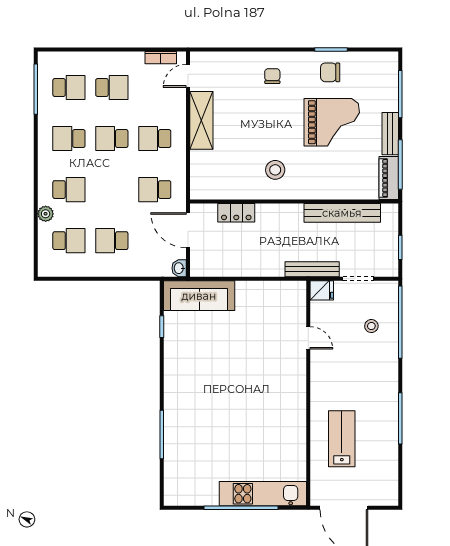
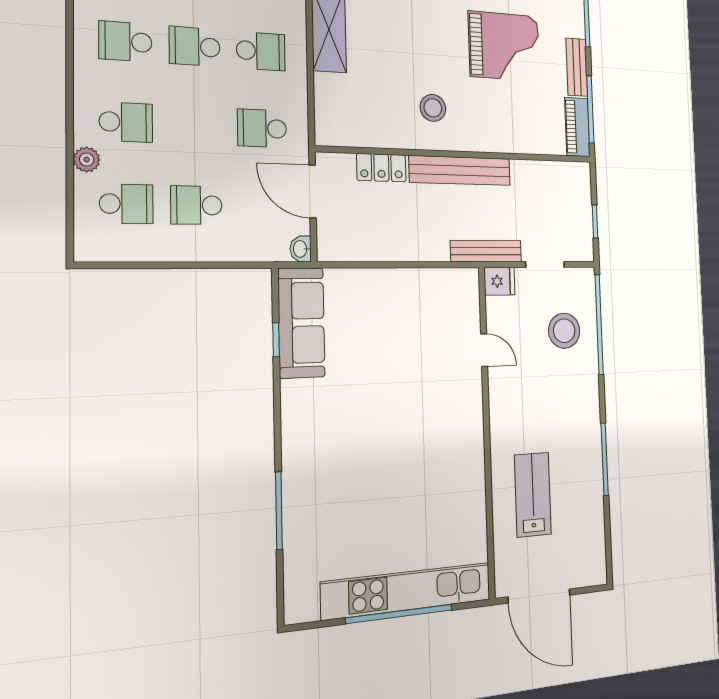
school desk: (155, 139) -> (261, 51), turned 180
bench: (342, 213) -> (460, 170), moved
sofa: (199, 296) -> (301, 323), moved, turned -90
stool: (371, 326) -> (564, 331), width x1.89, depth x1.89
kitchen unit: (263, 494) -> (407, 591), width x1.36

